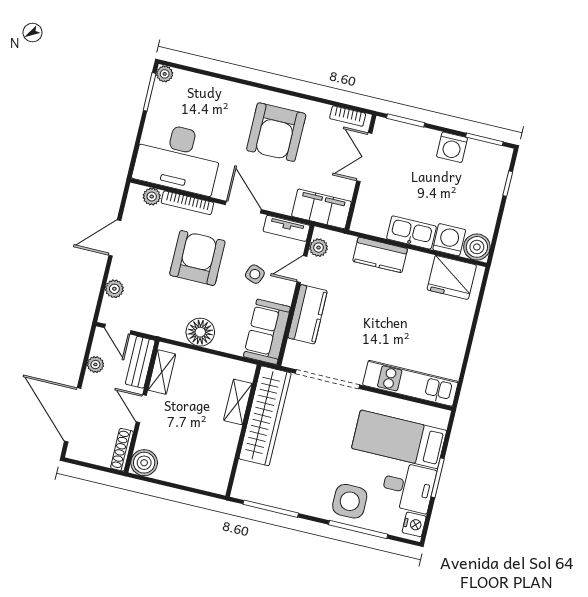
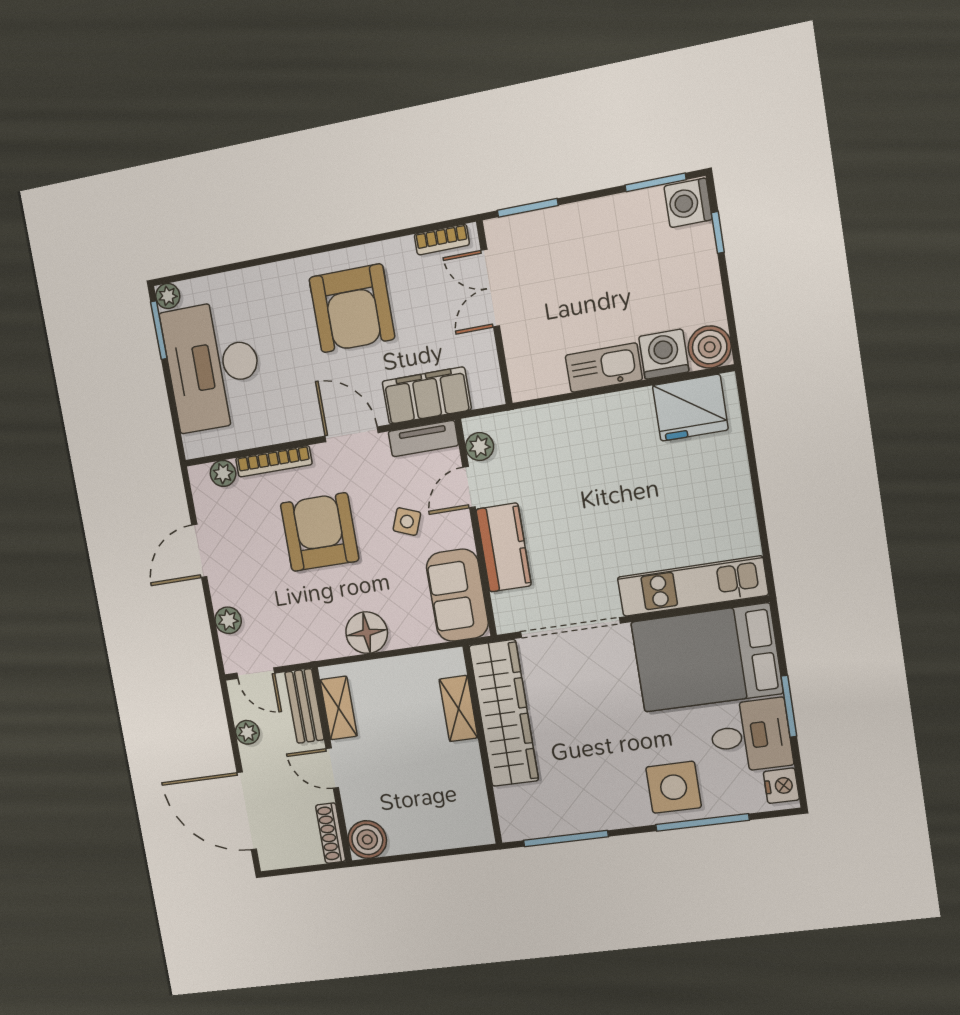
washing machine: (452, 147) -> (688, 203), moved, turned 90
desk: (178, 158) -> (213, 366), moved, turned 90
filing cabinet: (321, 209) -> (427, 396), moved
kitchen counter: (380, 255) -> (572, 420), removed
bed: (399, 439) -> (707, 658), width x1.50

